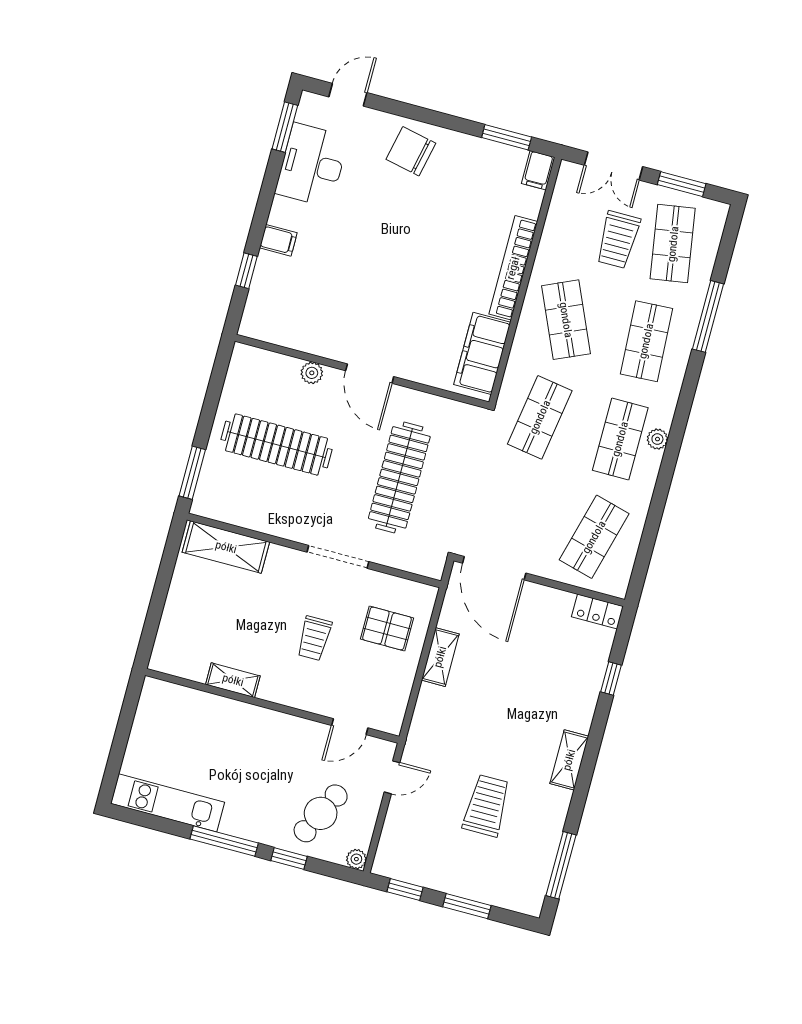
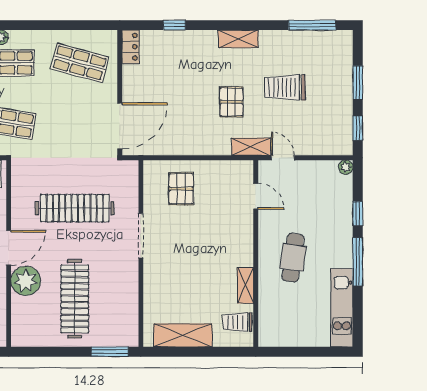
plant: (312, 373) -> (26, 281), width x1.88, depth x1.88
shelving: (226, 547) -> (183, 335), moved, turned 90
trolley: (314, 638) -> (237, 322), moved, turned 180
shelving: (440, 657) -> (251, 147), moved
pallet: (486, 728) -> (231, 102), added
cafe table: (321, 813) -> (293, 258), moved, turned 72

